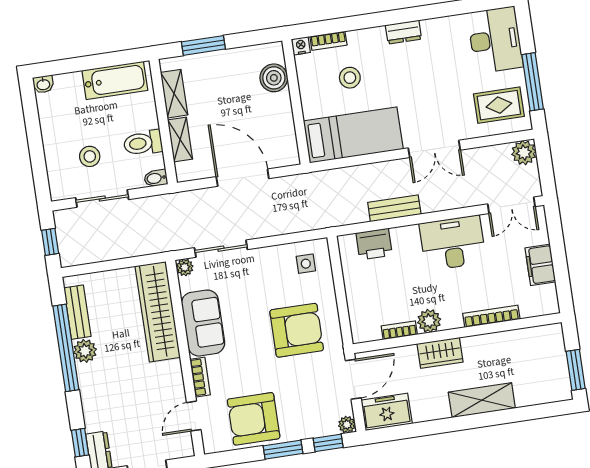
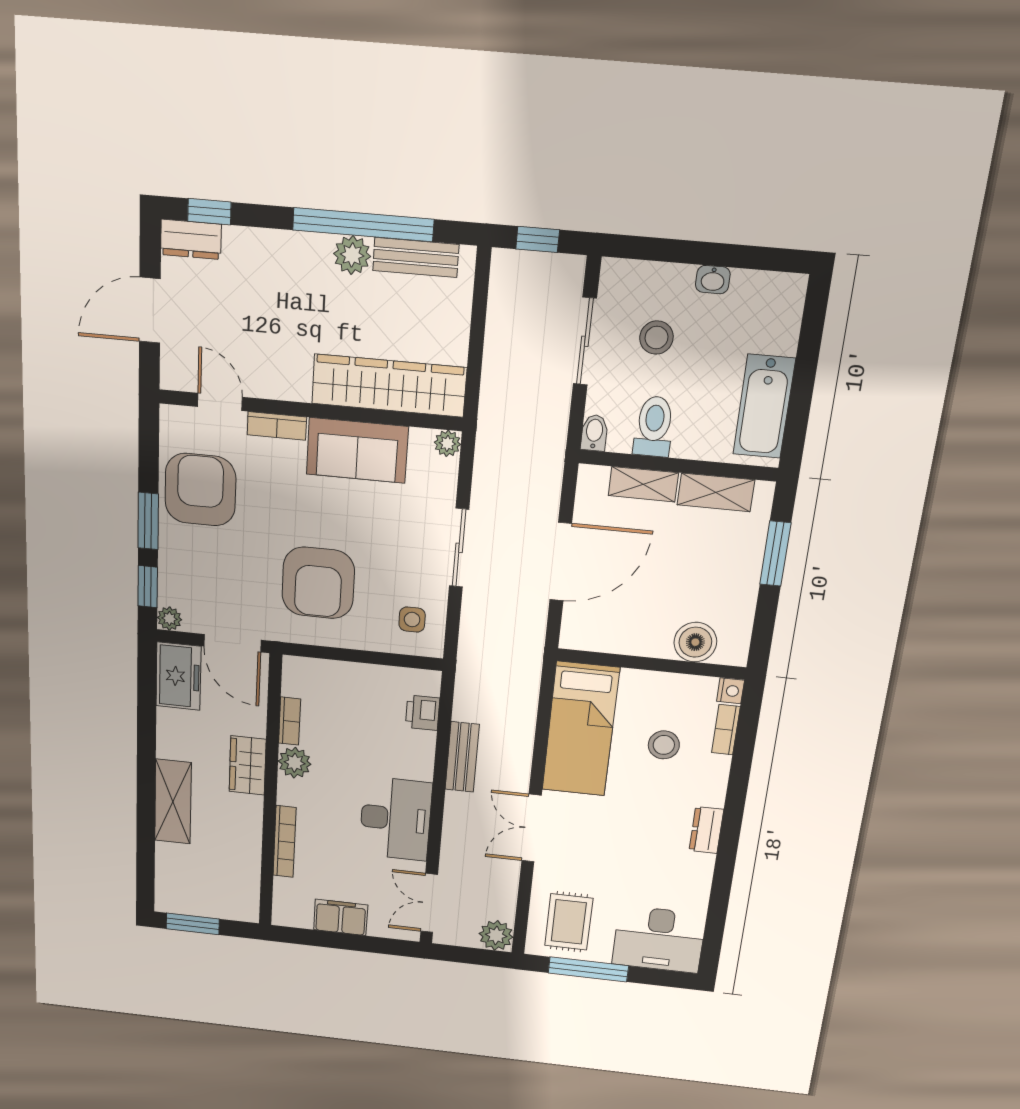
washbasin: (43, 84) -> (713, 280), moved, turned -90
printer: (374, 244) -> (423, 713), width x0.73, depth x0.81
sliding door: (221, 249) -> (459, 548), moved

